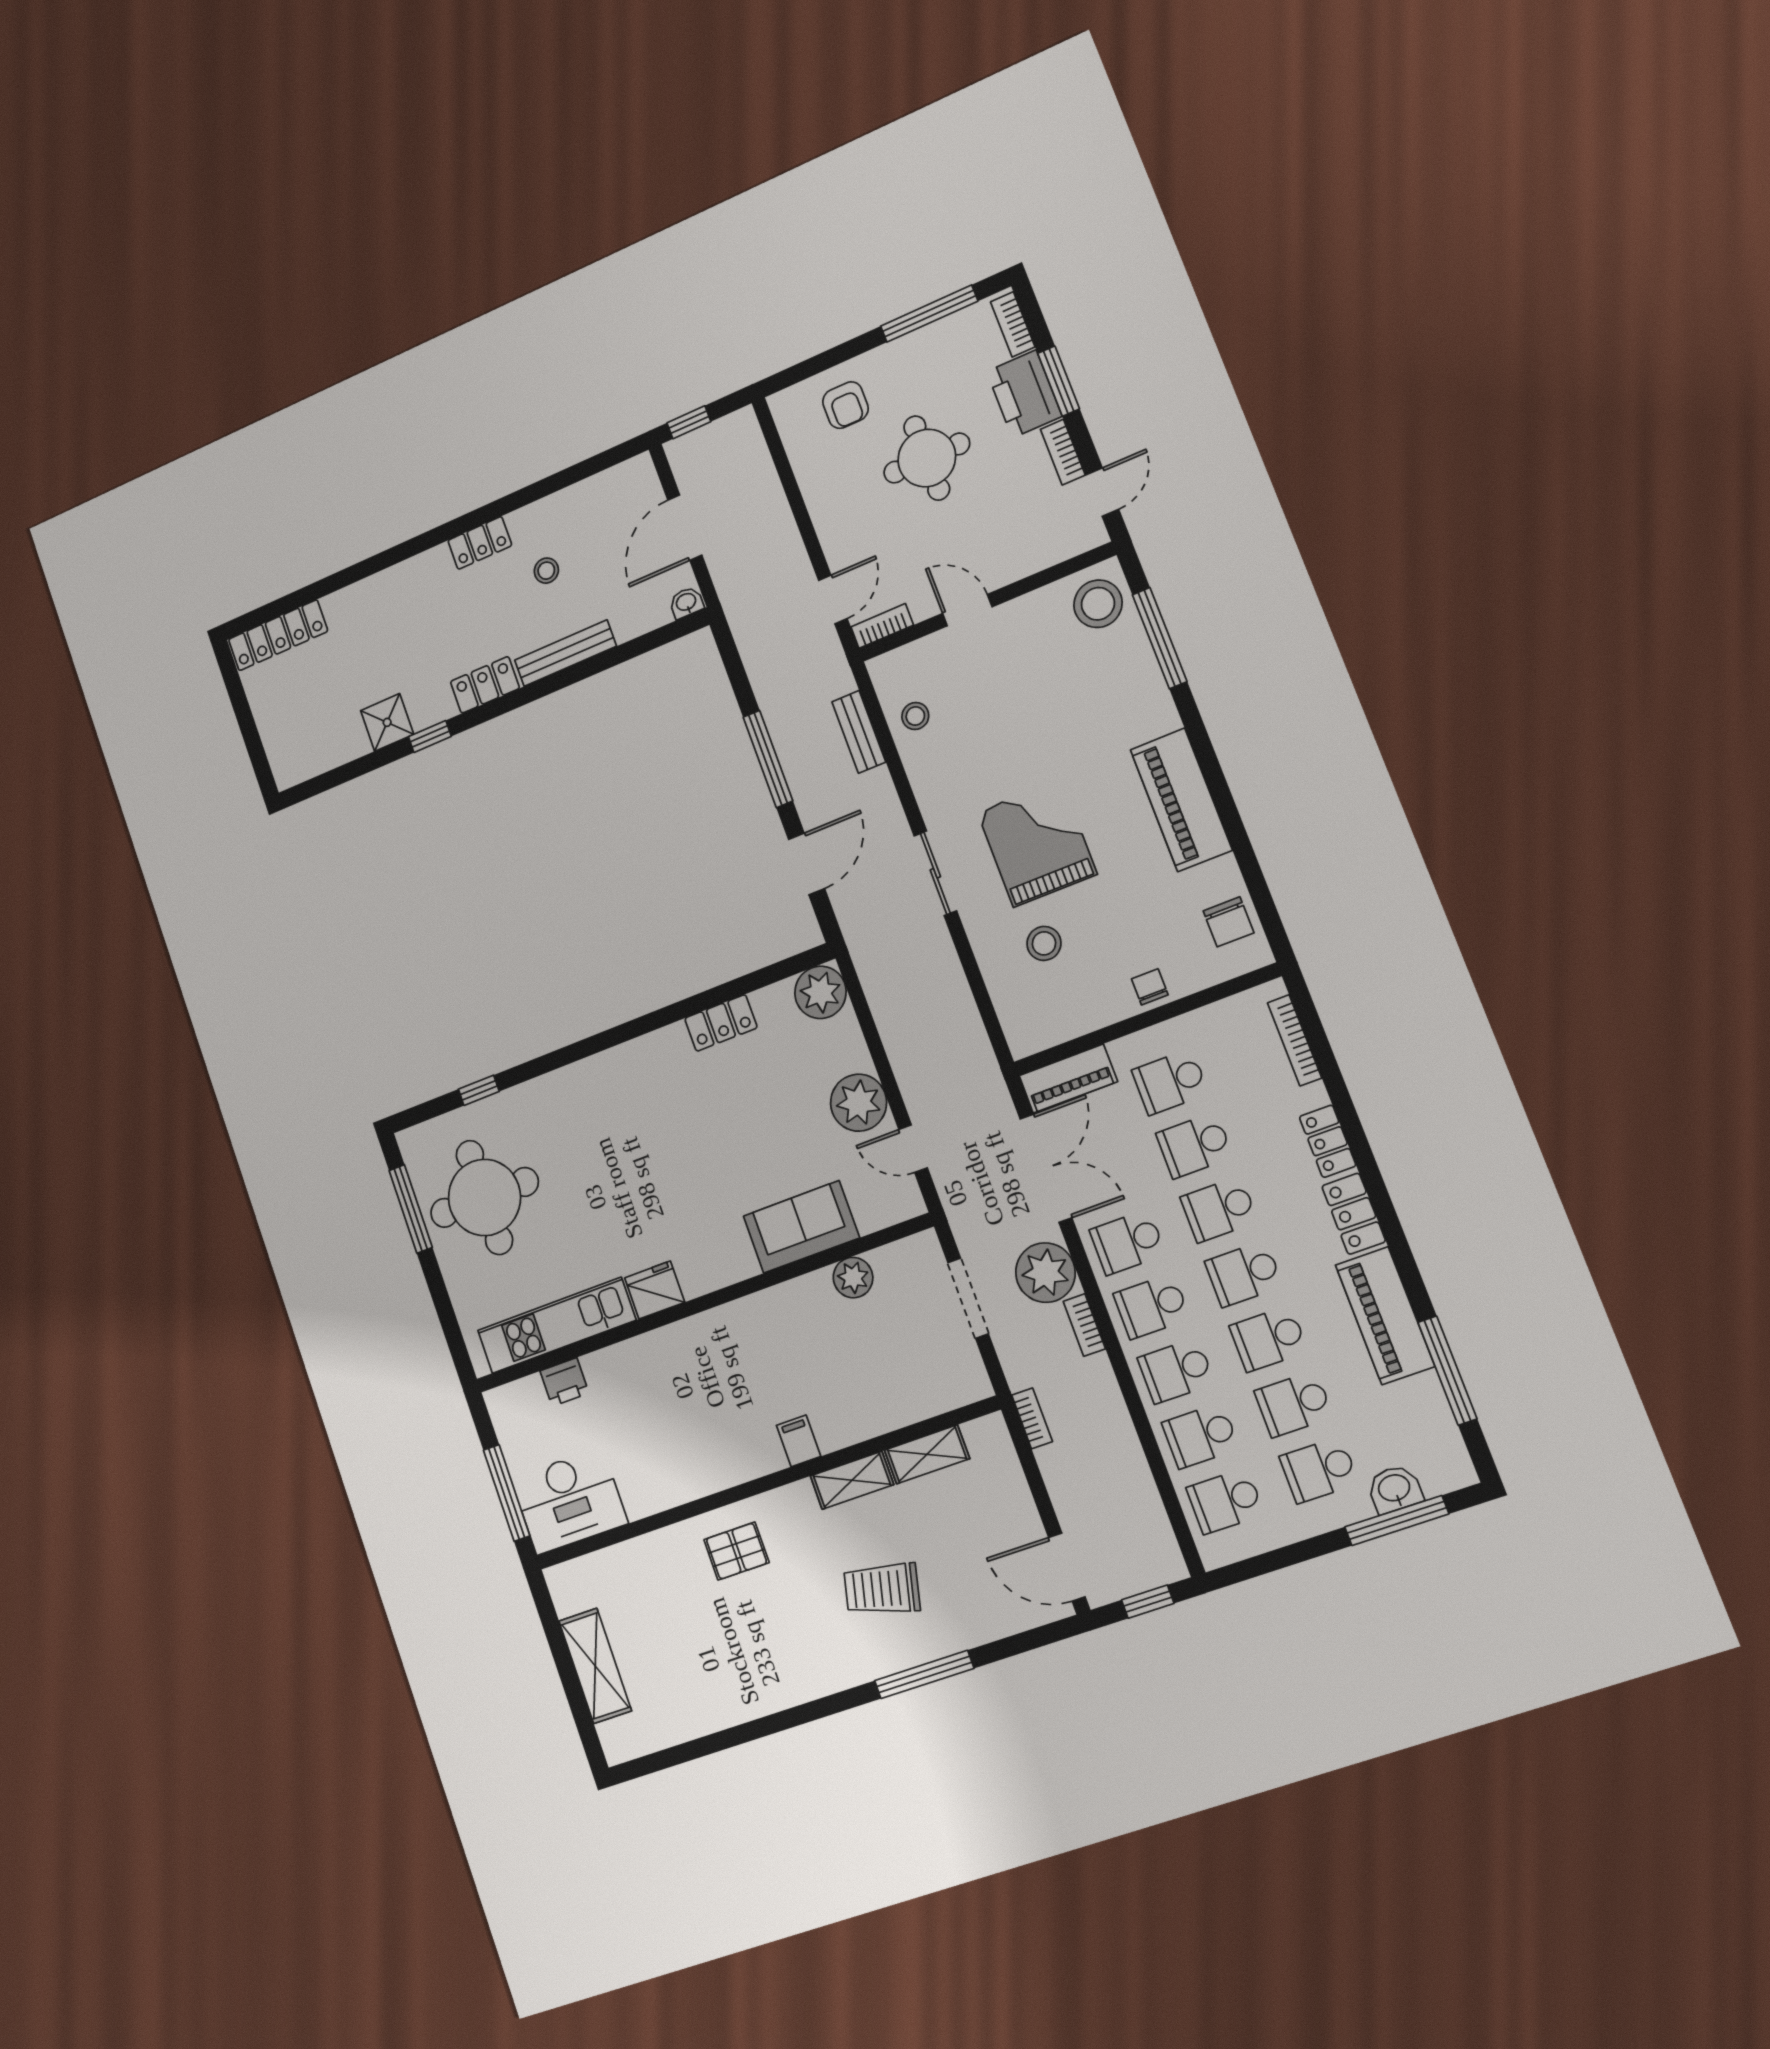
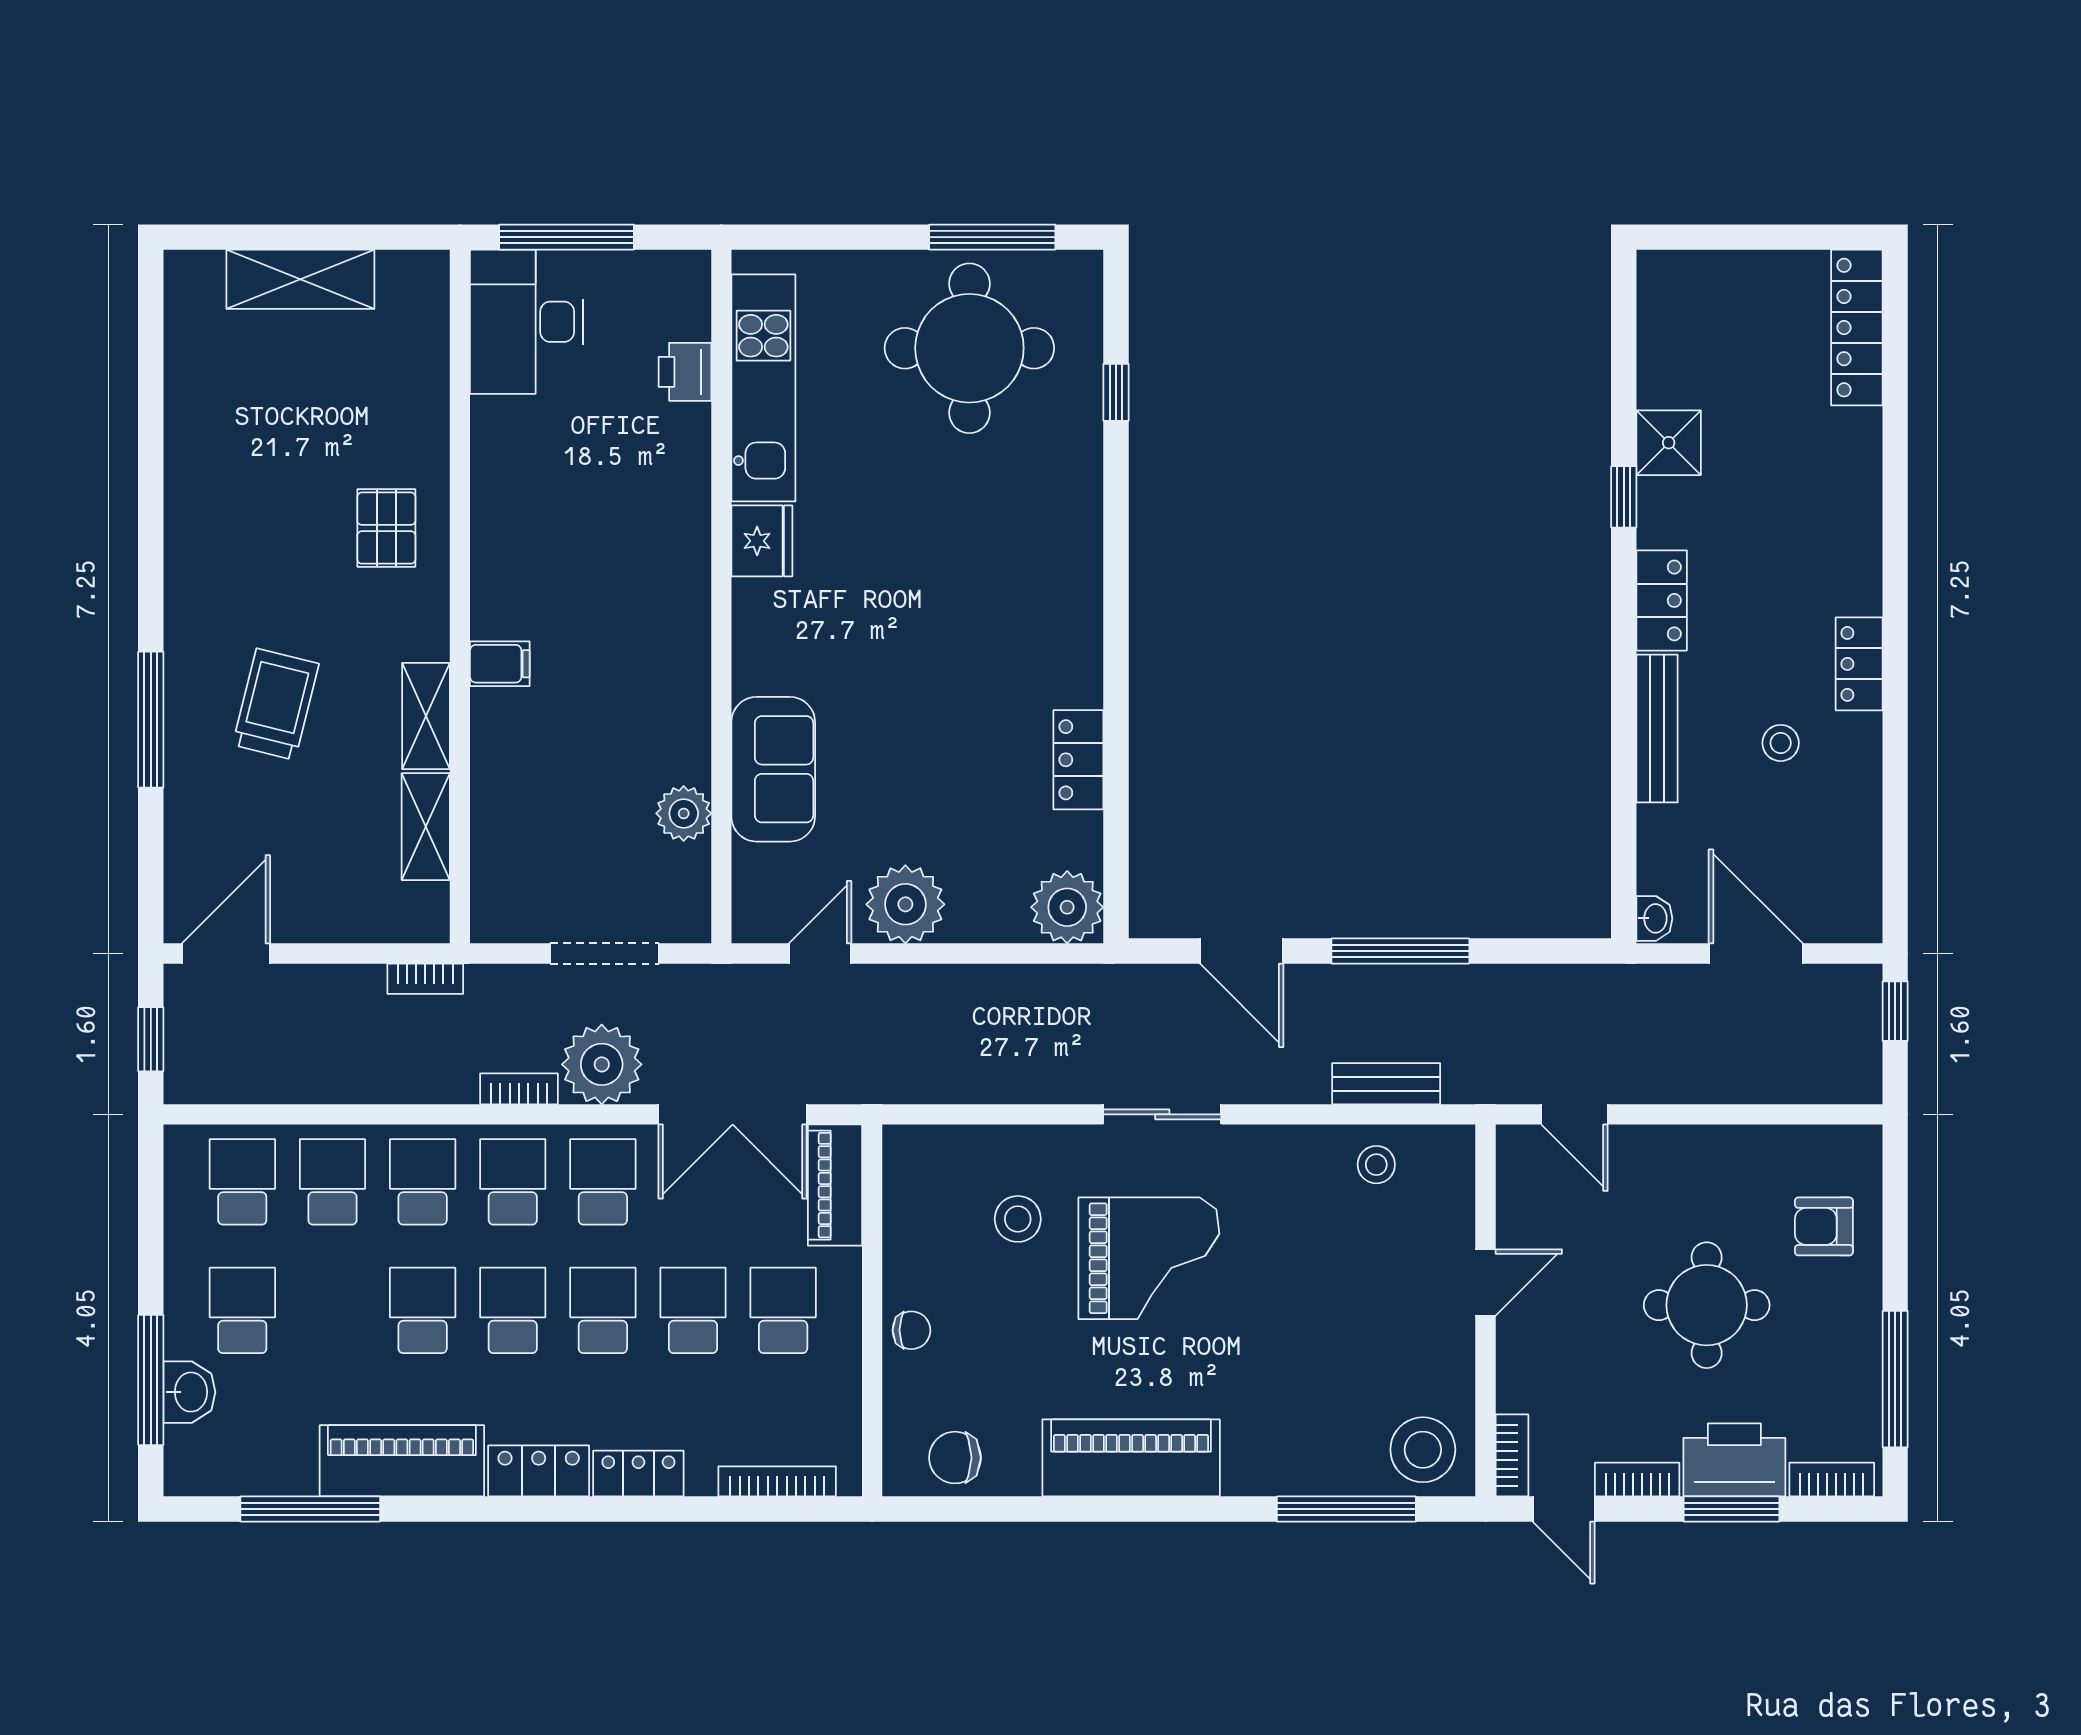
bookcase: (882, 626) -> (1512, 1455), moved
school desk: (1294, 1404) -> (332, 1310), removed

